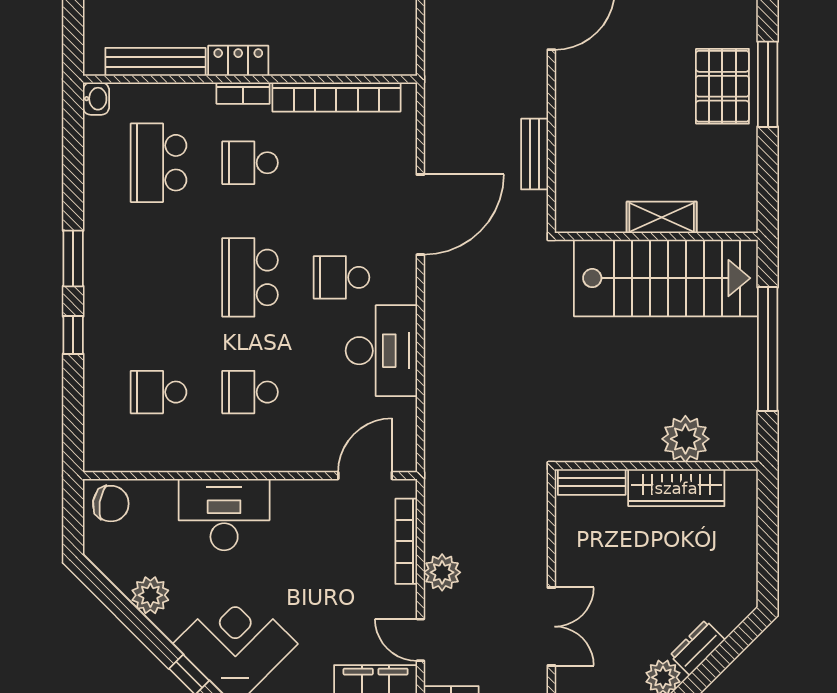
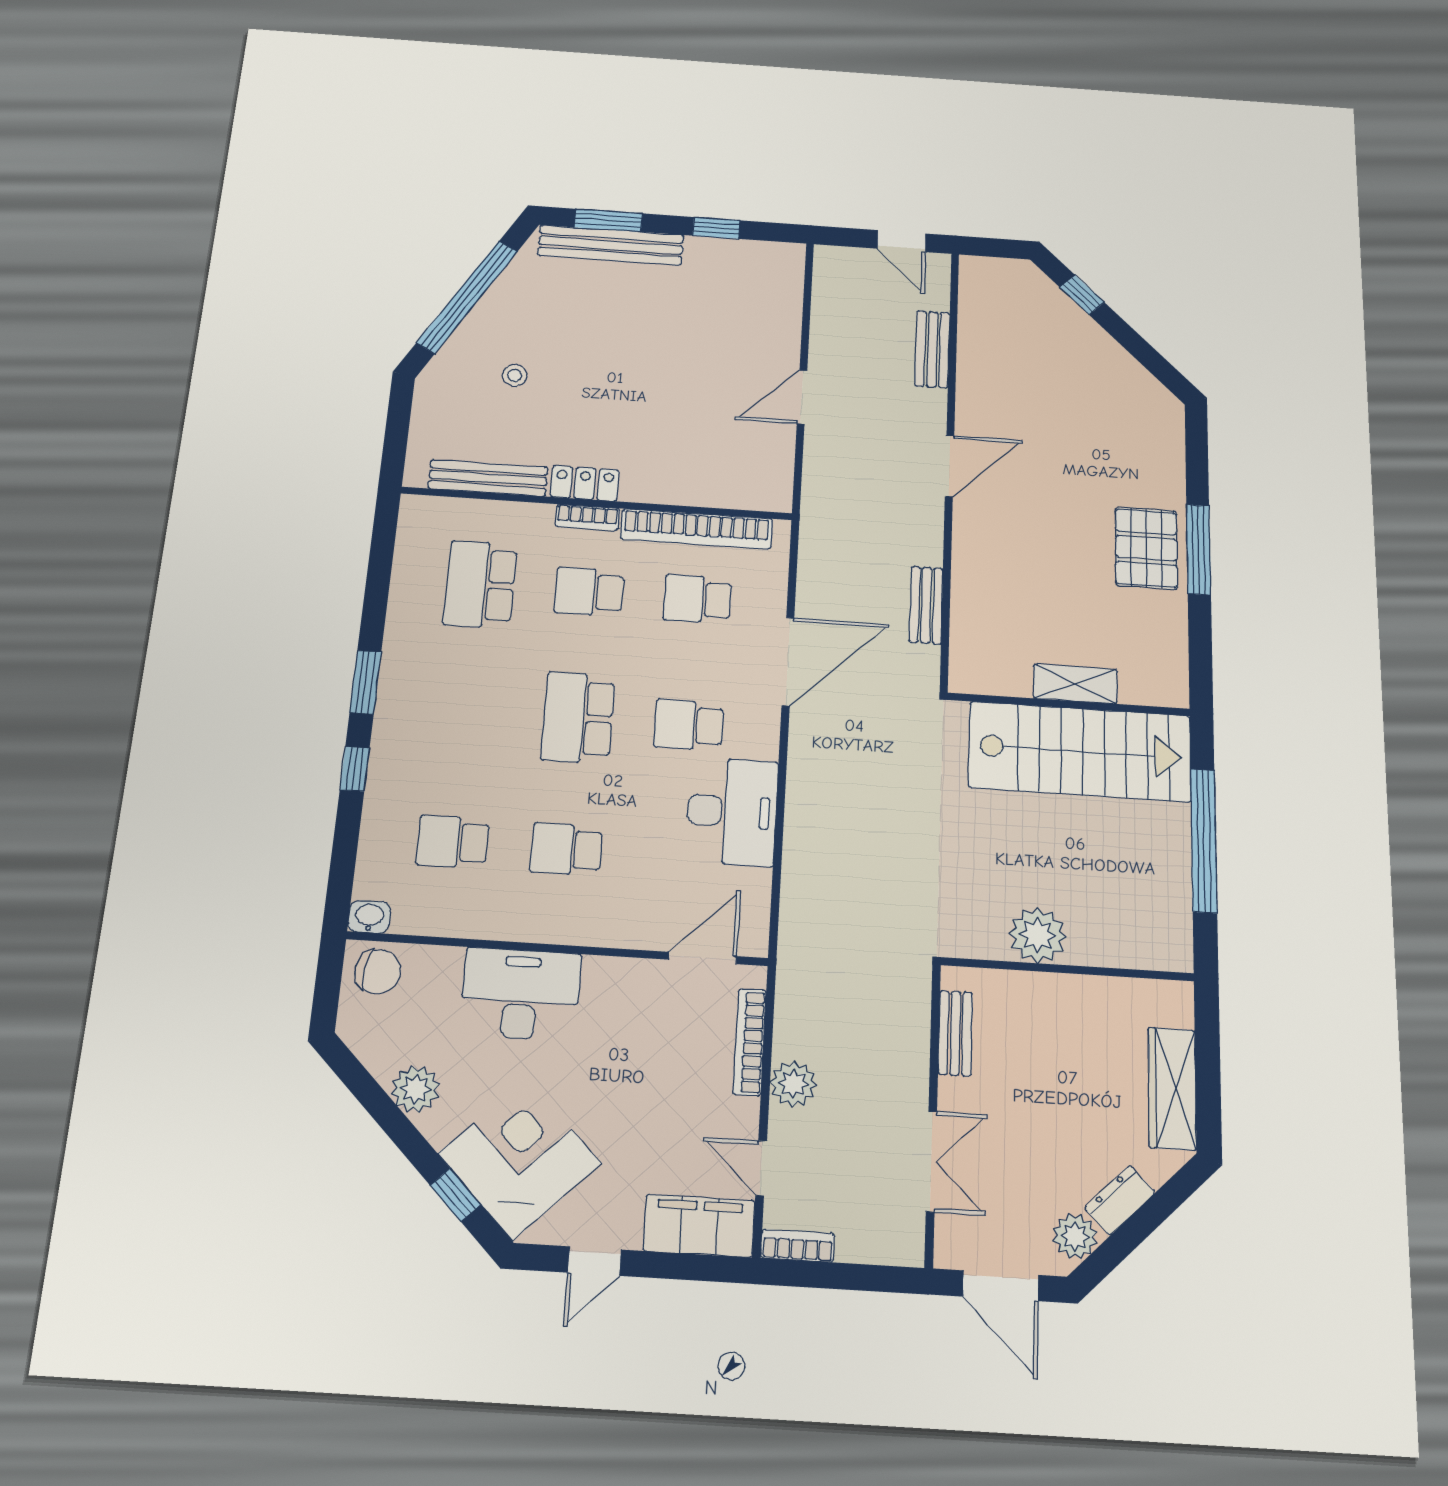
washbasin: (96, 99) -> (369, 917), moved, turned -90
school desk: (341, 163) -> (698, 599), added
plant: (685, 439) -> (1038, 935), moved
bench: (592, 482) -> (955, 1033), moved, turned 90
wardrobe: (676, 488) -> (1172, 1089), moved, turned 90

